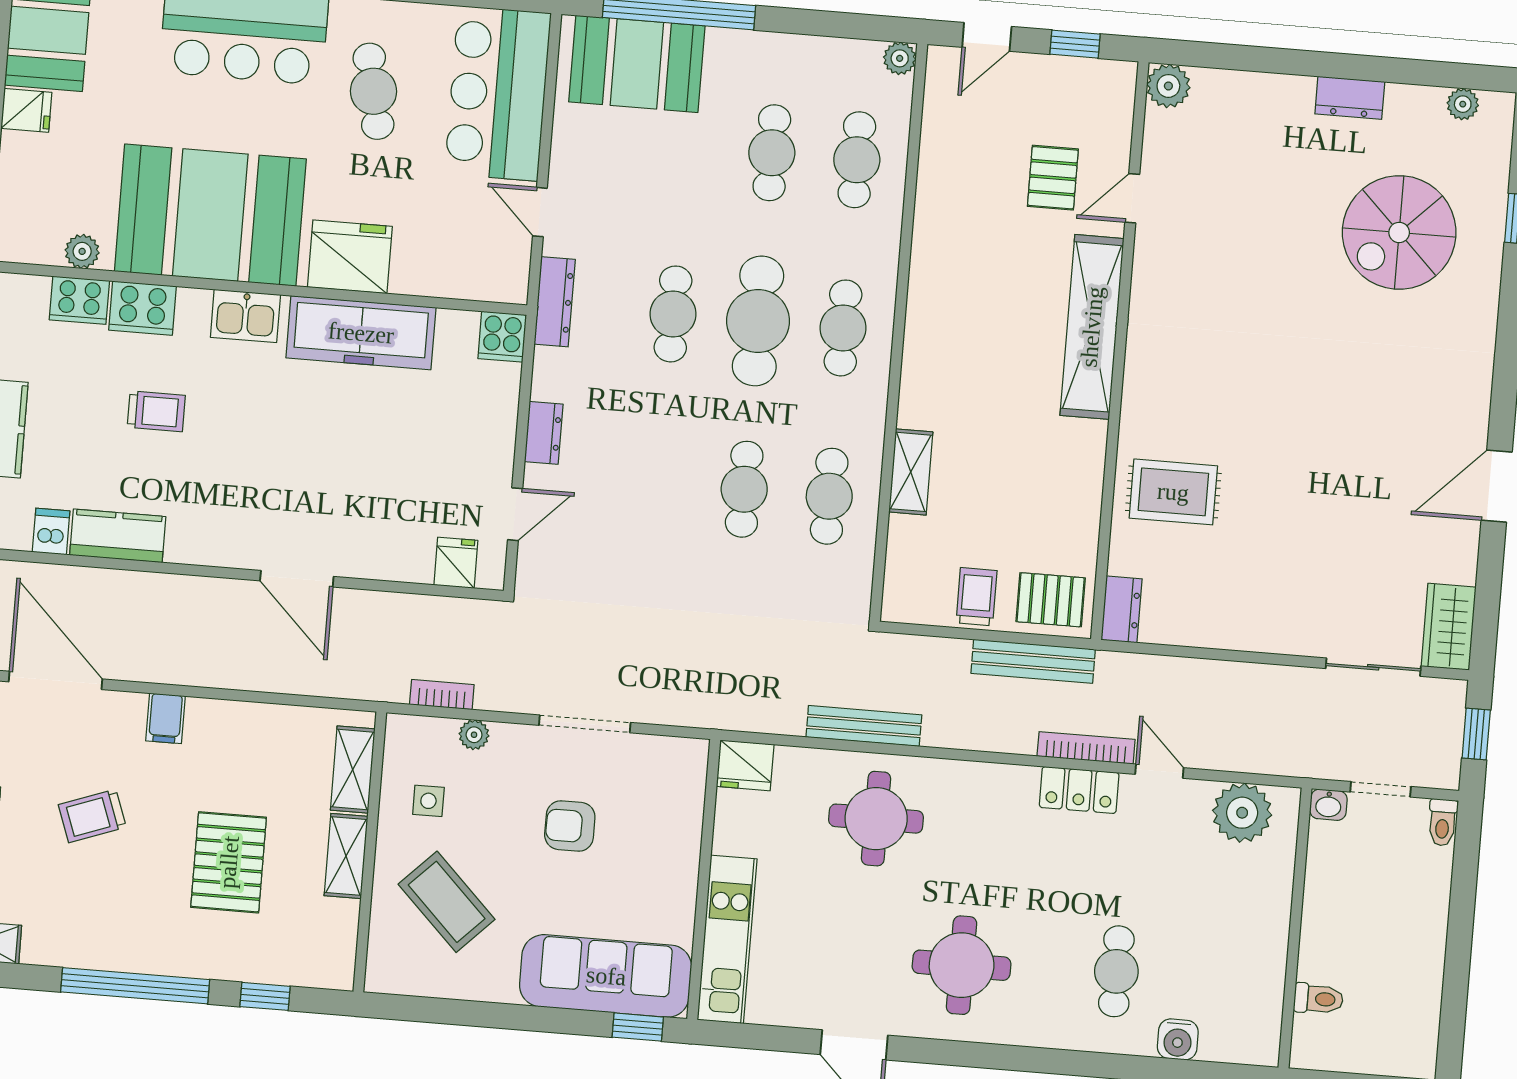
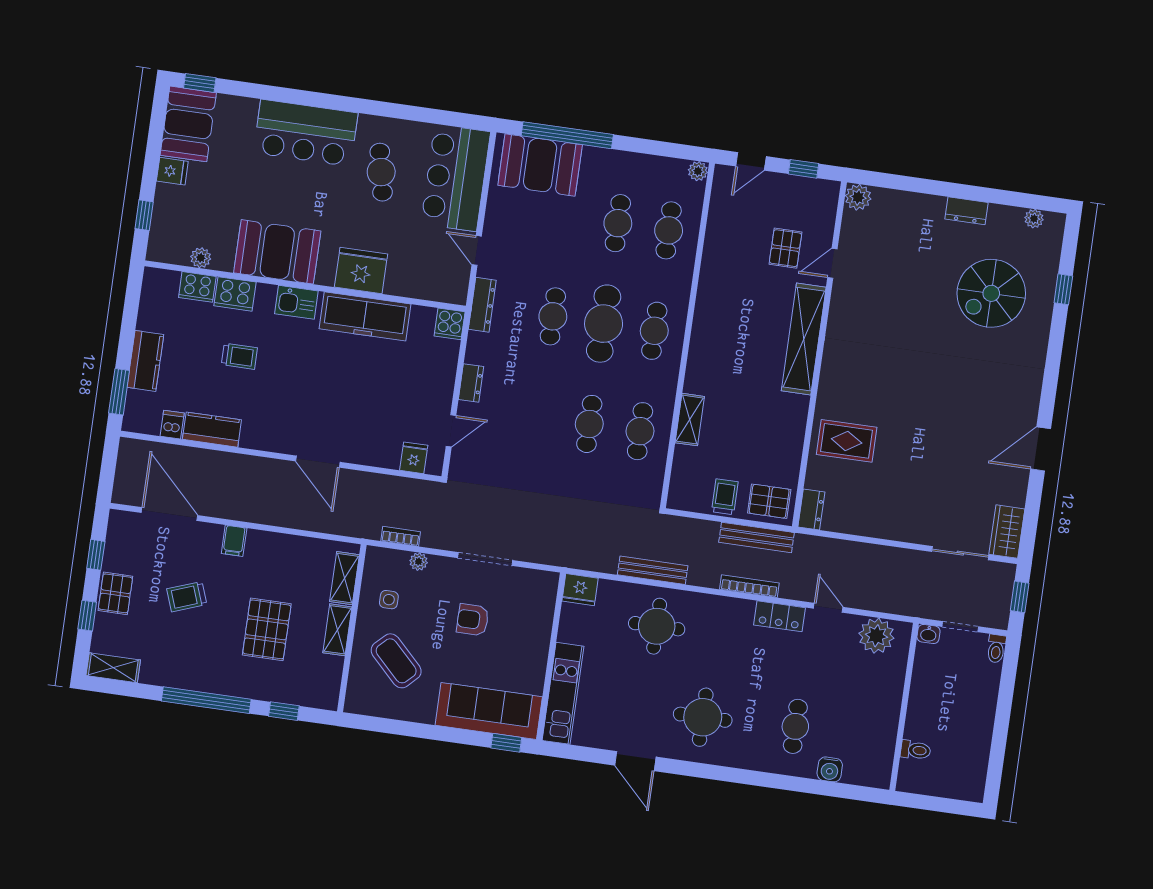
booth: (210, 215) -> (277, 252), width x0.73, depth x0.70
bookcase: (1086, 748) -> (749, 586), moved

